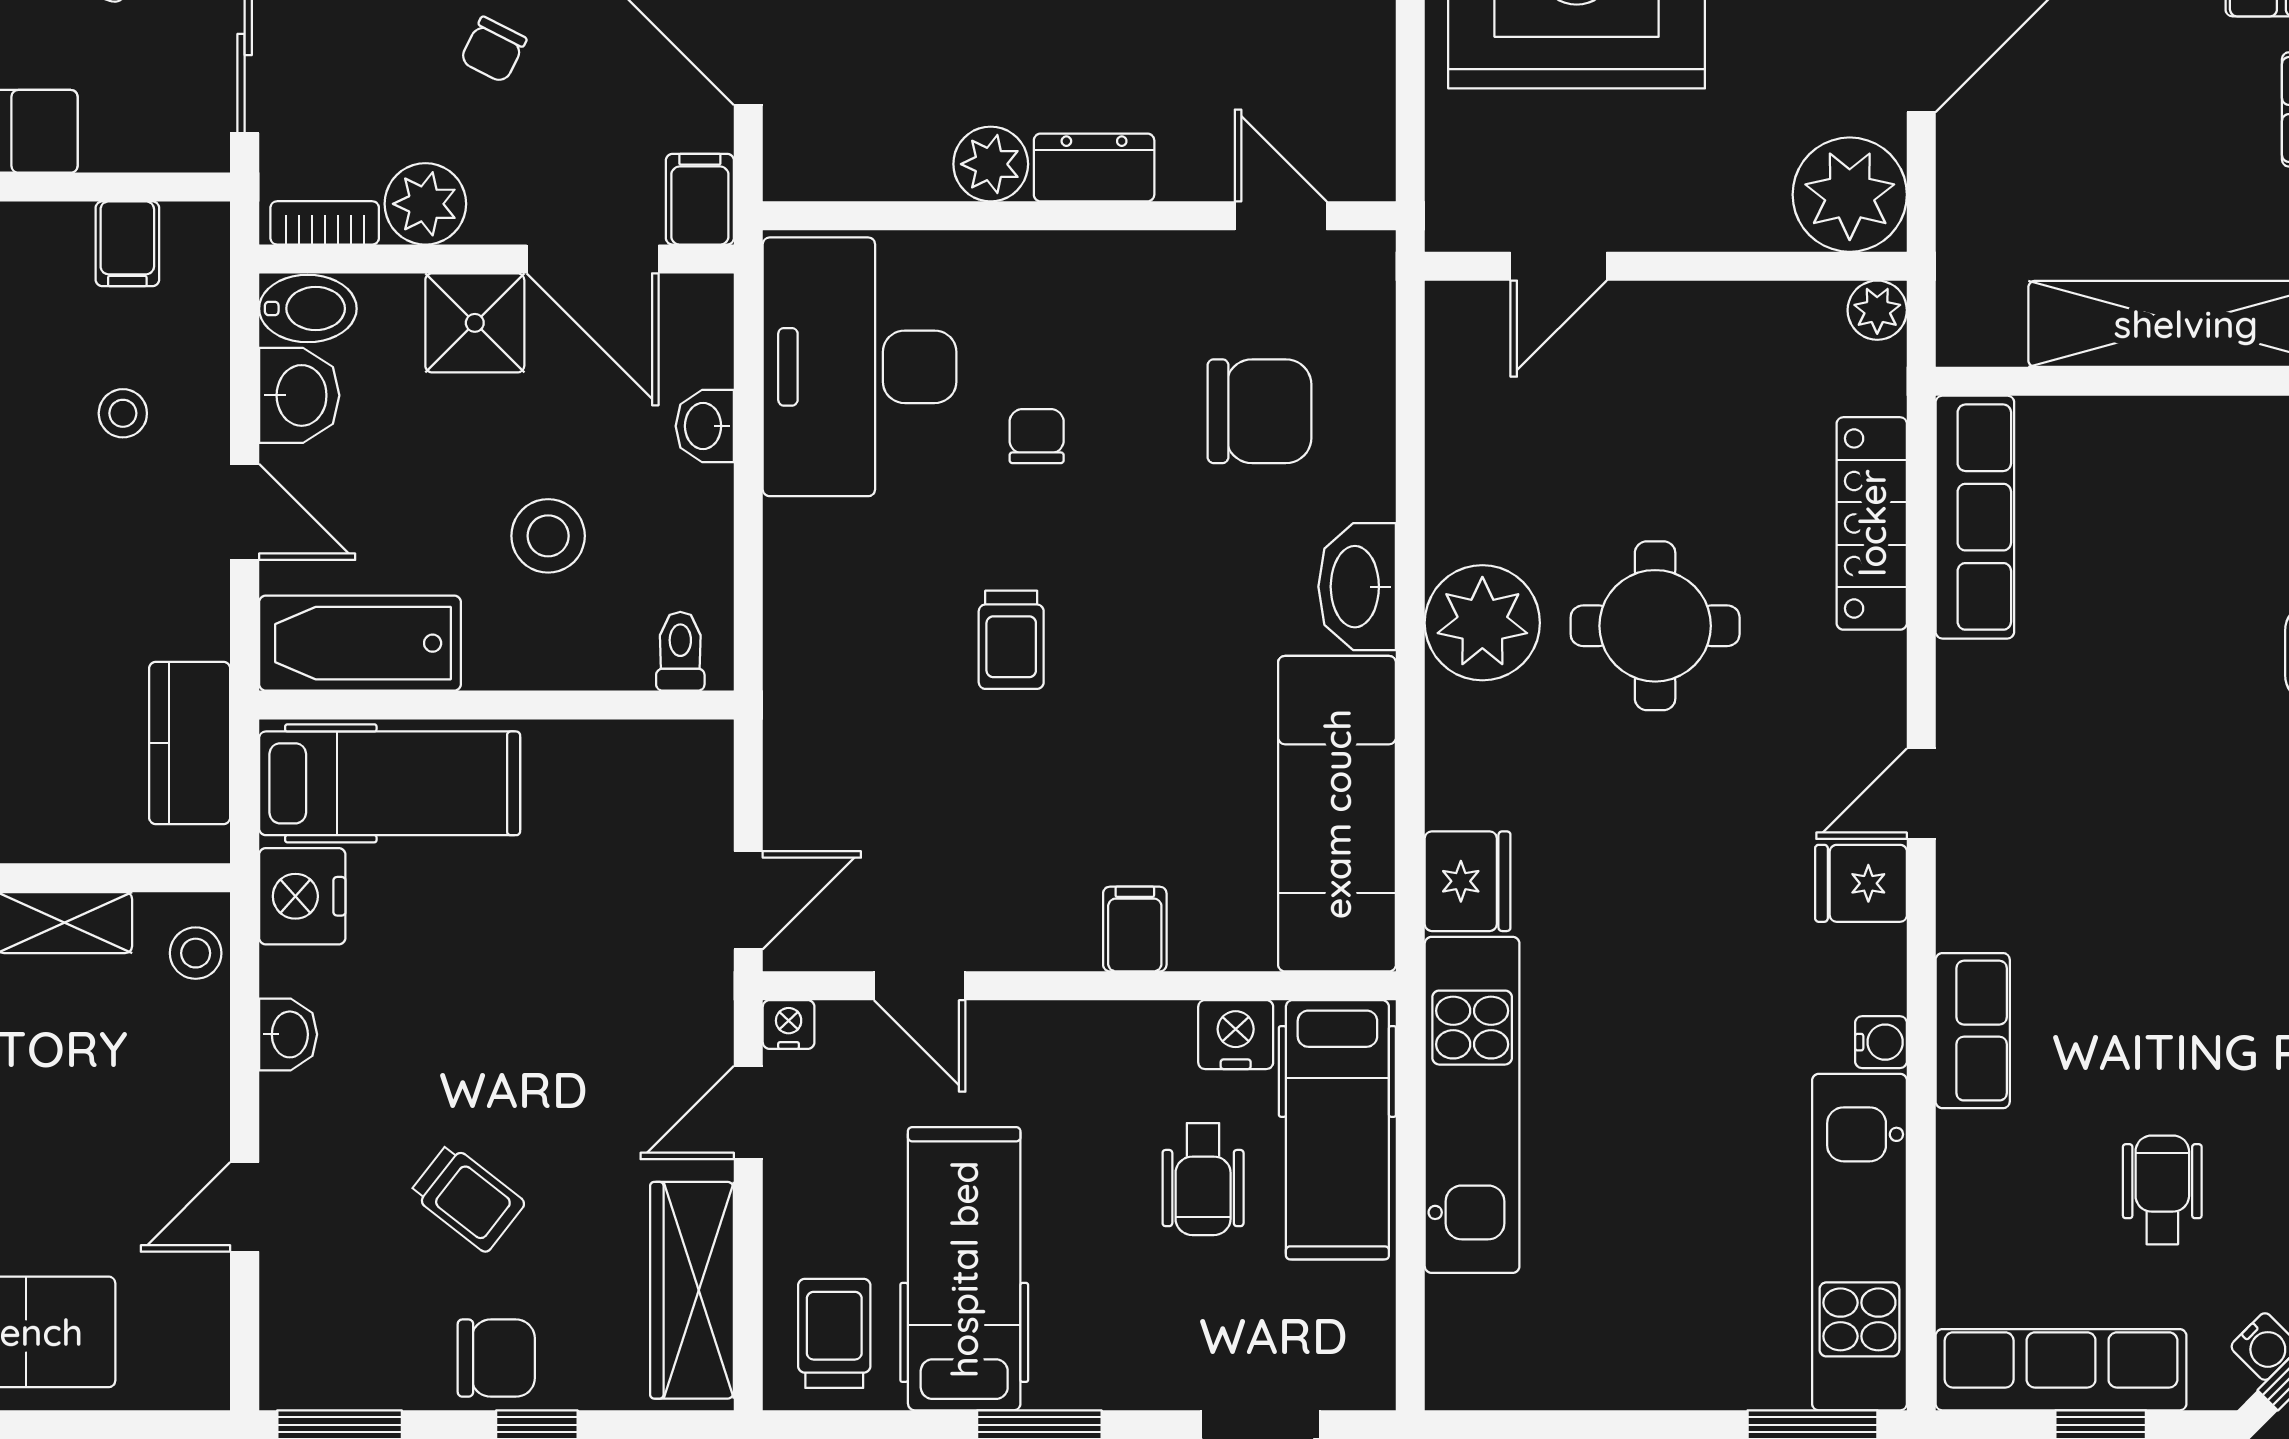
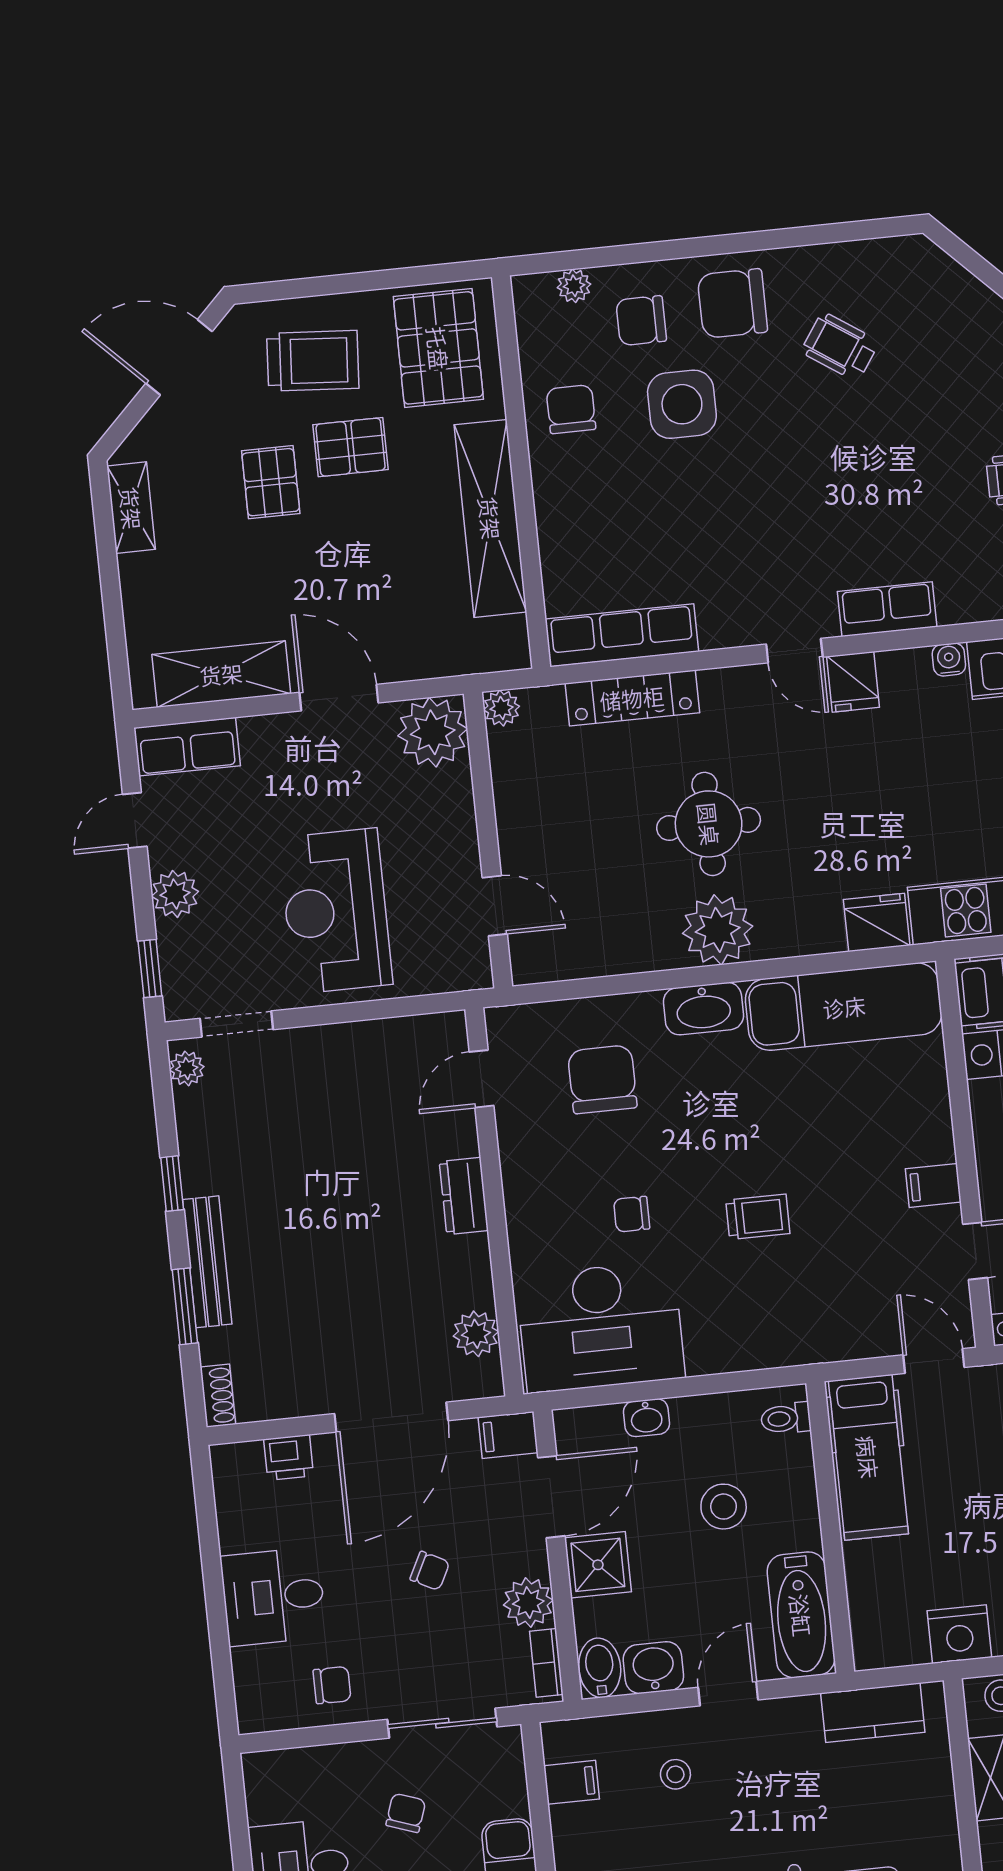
plant: (991, 164) -> (476, 1334), moved
hospital bed: (390, 783) -> (868, 1457), moved, turned 180
filing cabinet: (1135, 929) -> (933, 1185), moved
row of seats: (1973, 1031) -> (887, 609), moved

